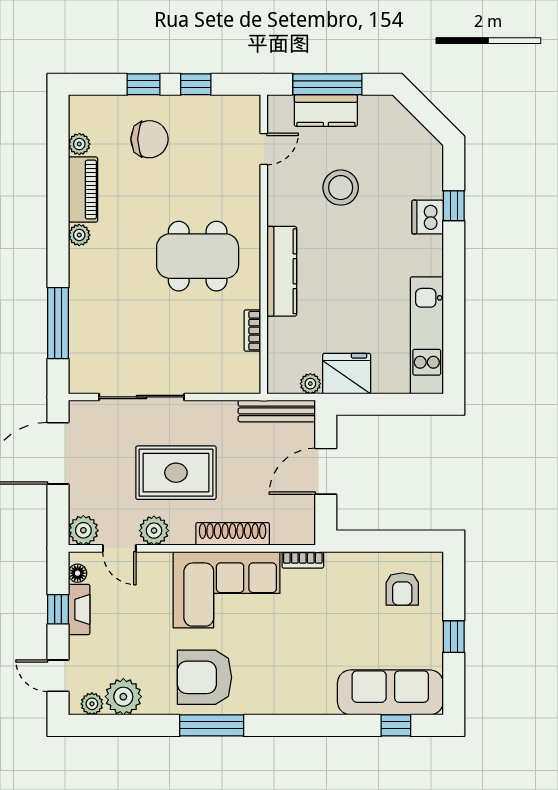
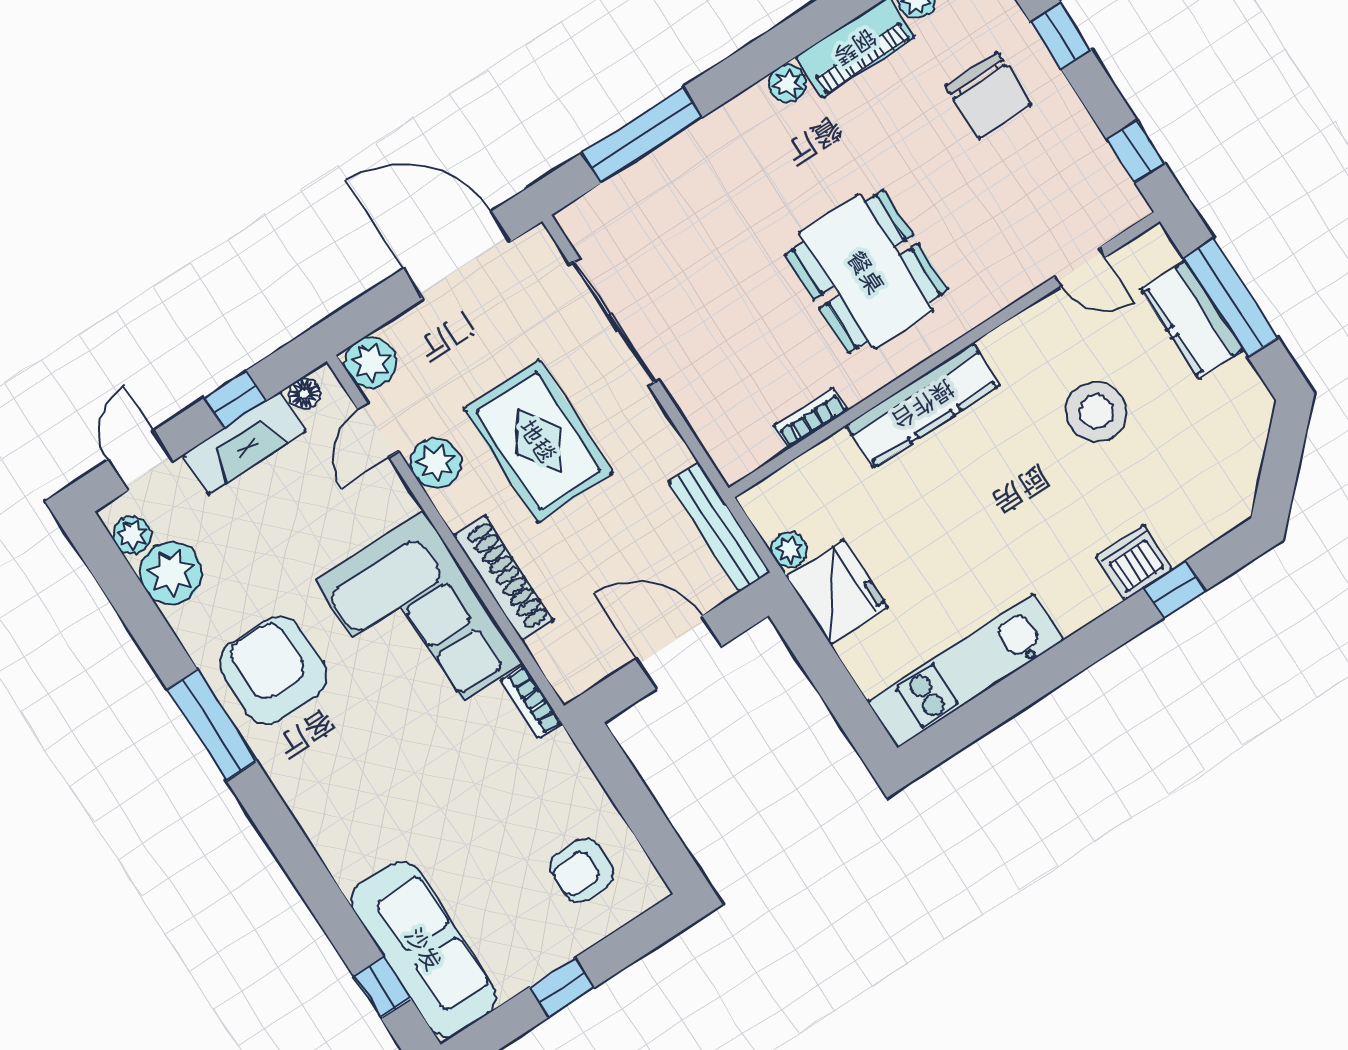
window: (196, 84) -> (1136, 151), moved
fireplace: (79, 609) -> (244, 443), width x1.37, depth x1.32

